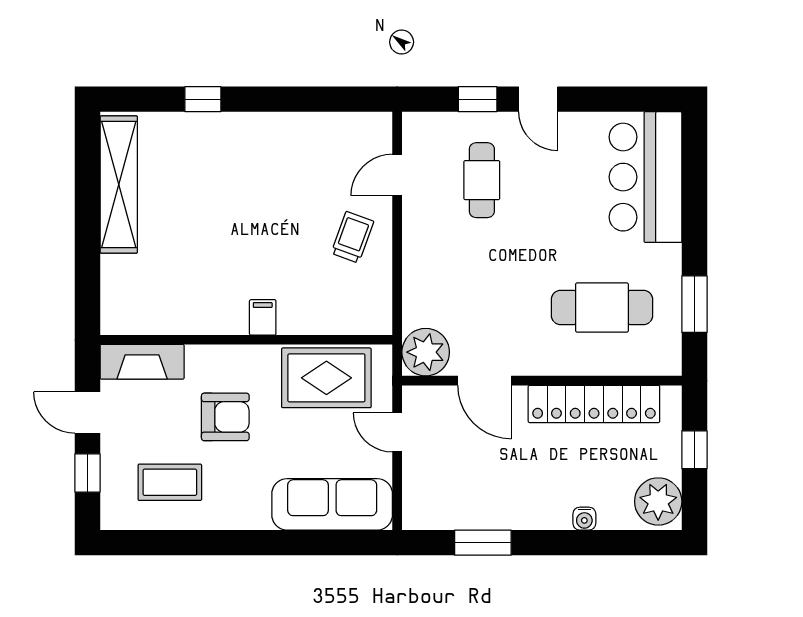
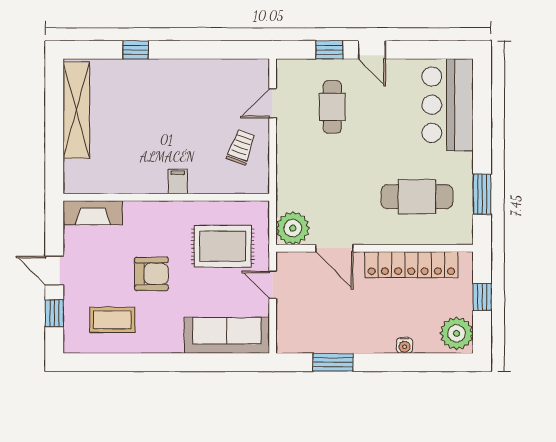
filing cabinet: (263, 317) -> (178, 181), moved
wall: (246, 340) -> (166, 197), moved
fireplace: (142, 362) -> (93, 213), moved

